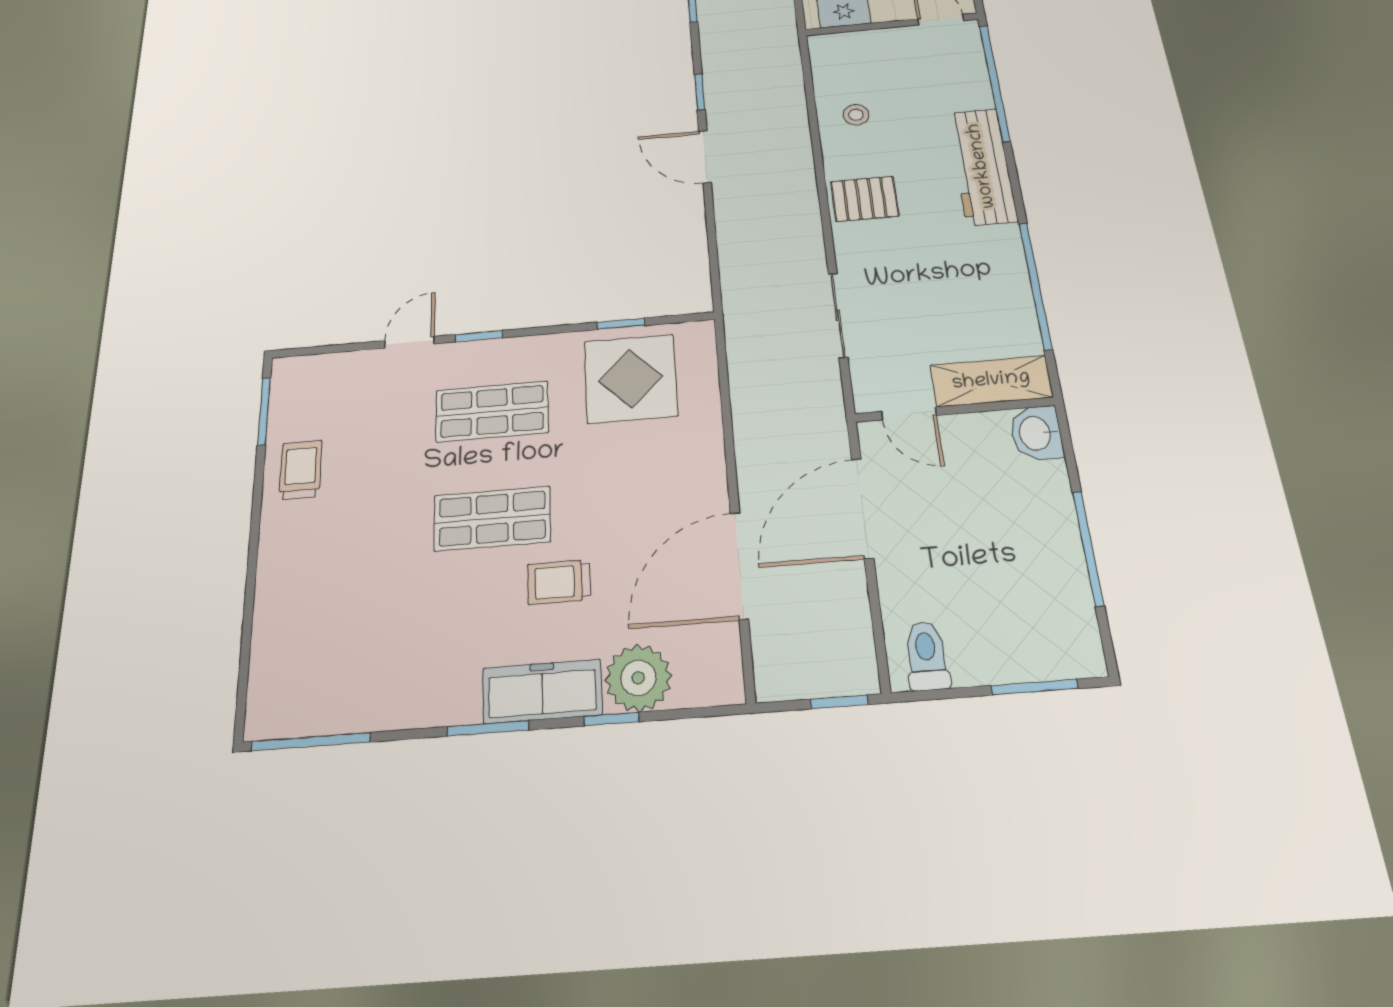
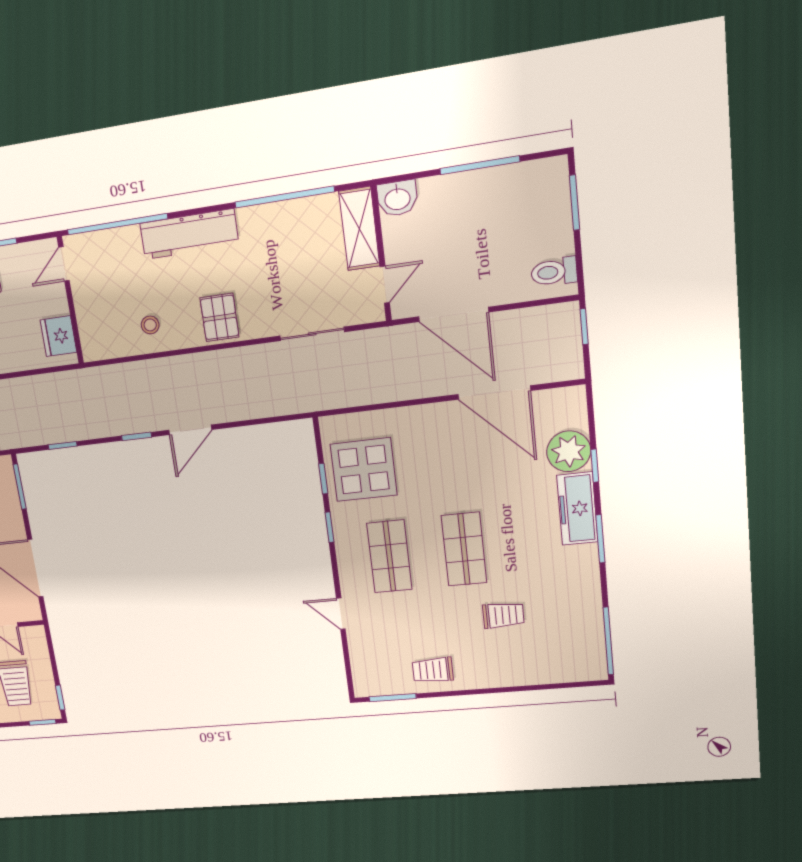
window: (479, 336) -> (330, 527), moved
trolley: (559, 582) -> (503, 615), moved, turned -90

